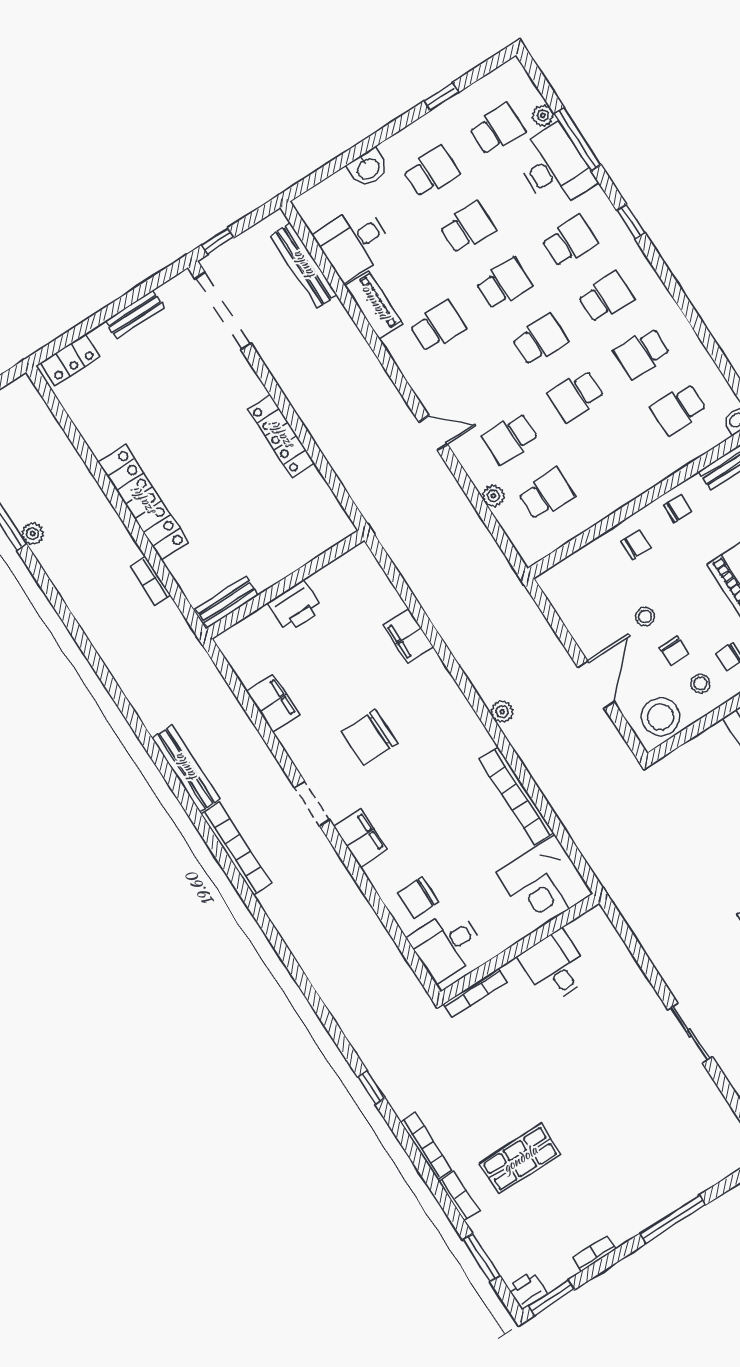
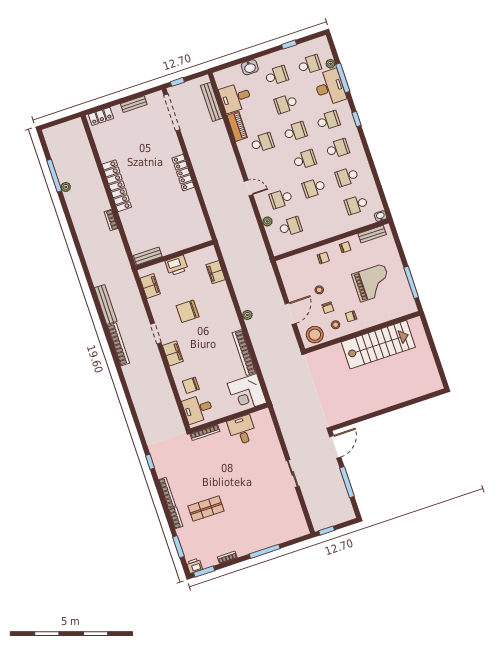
school desk: (468, 228) -> (286, 104), turned 180
wall: (285, 585) -> (175, 255), moved
bench: (227, 602) -> (148, 256), moved
printer: (295, 606) -> (177, 265), moved

